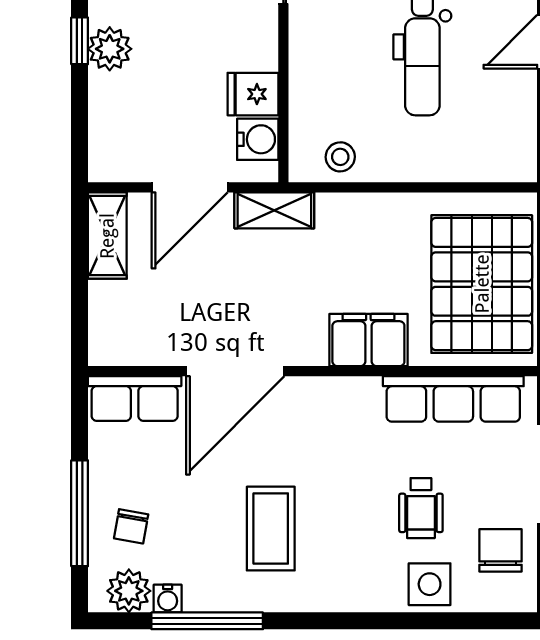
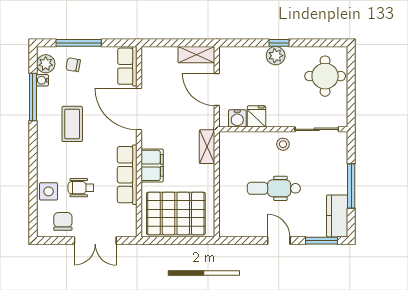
stool: (340, 157) -> (283, 144), moved
shelving: (274, 210) -> (207, 147), moved
row of seats: (453, 399) -> (127, 175), moved
coffee table: (271, 529) -> (72, 124), turned 90
chair: (501, 550) -> (63, 221), turned -90

